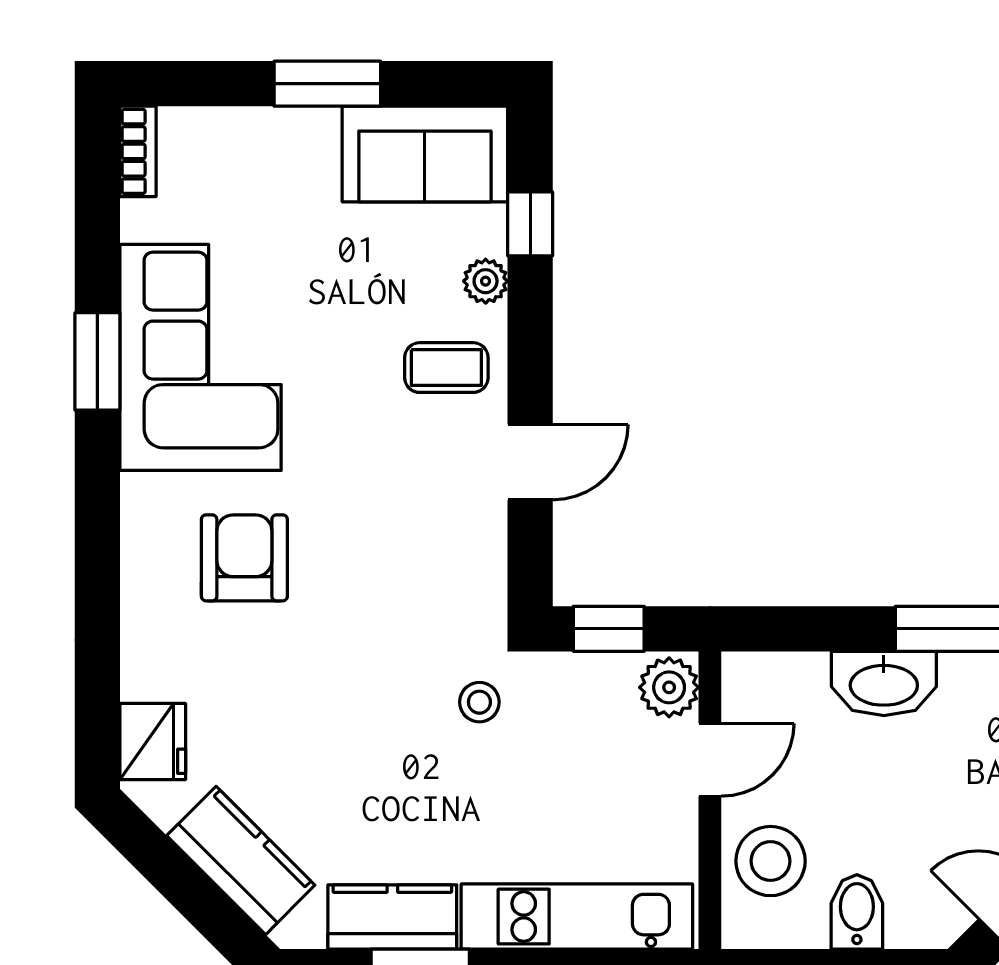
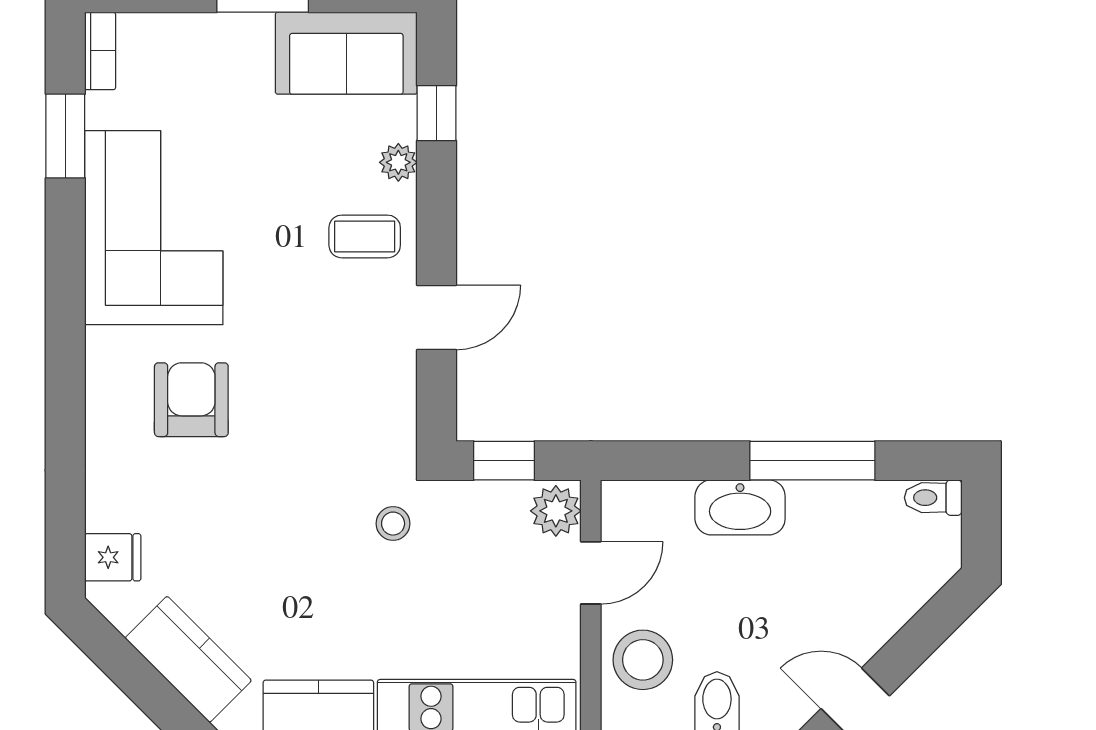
window: (97, 361) -> (65, 136), moved
fridge: (153, 741) -> (113, 557), width x0.72

